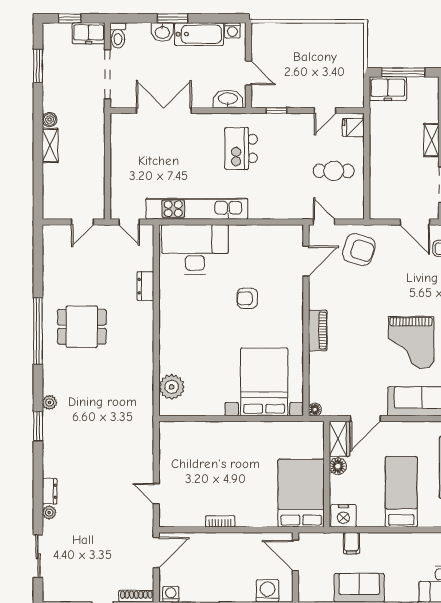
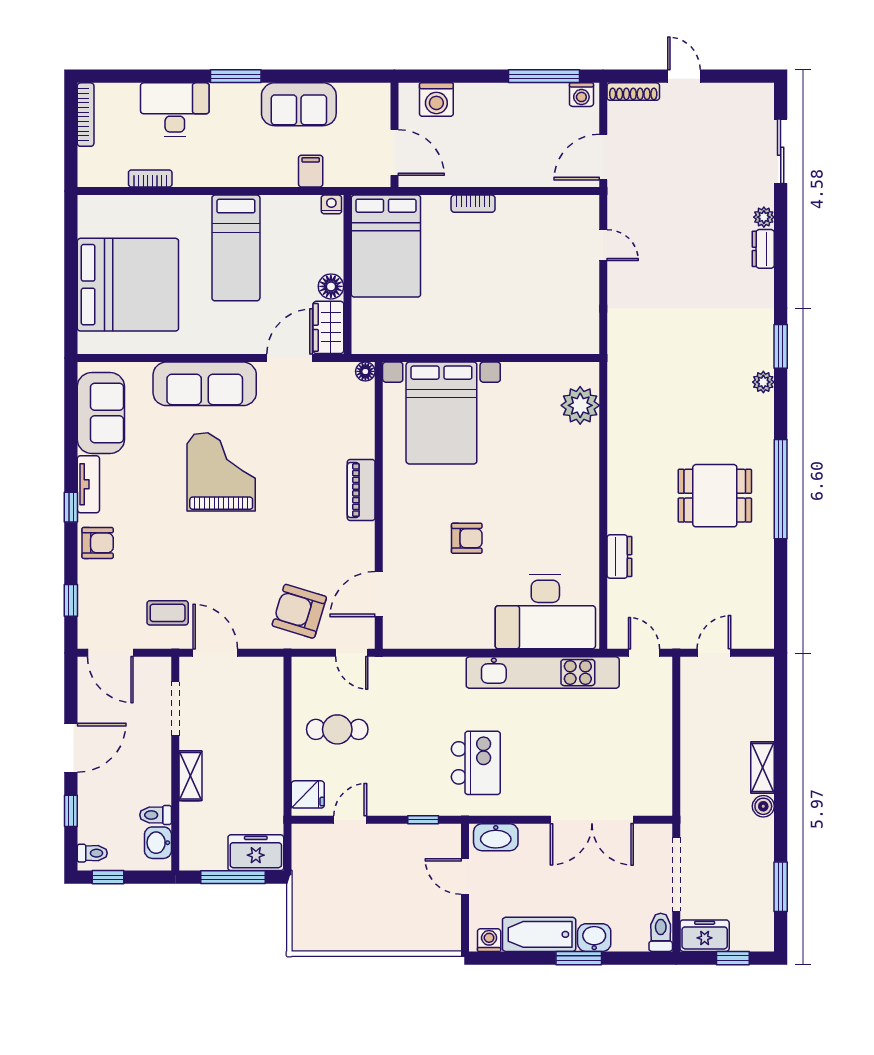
nightstand: (343, 516) -> (331, 204), width x0.53, depth x0.56
bookcase: (220, 521) -> (473, 204), moved

